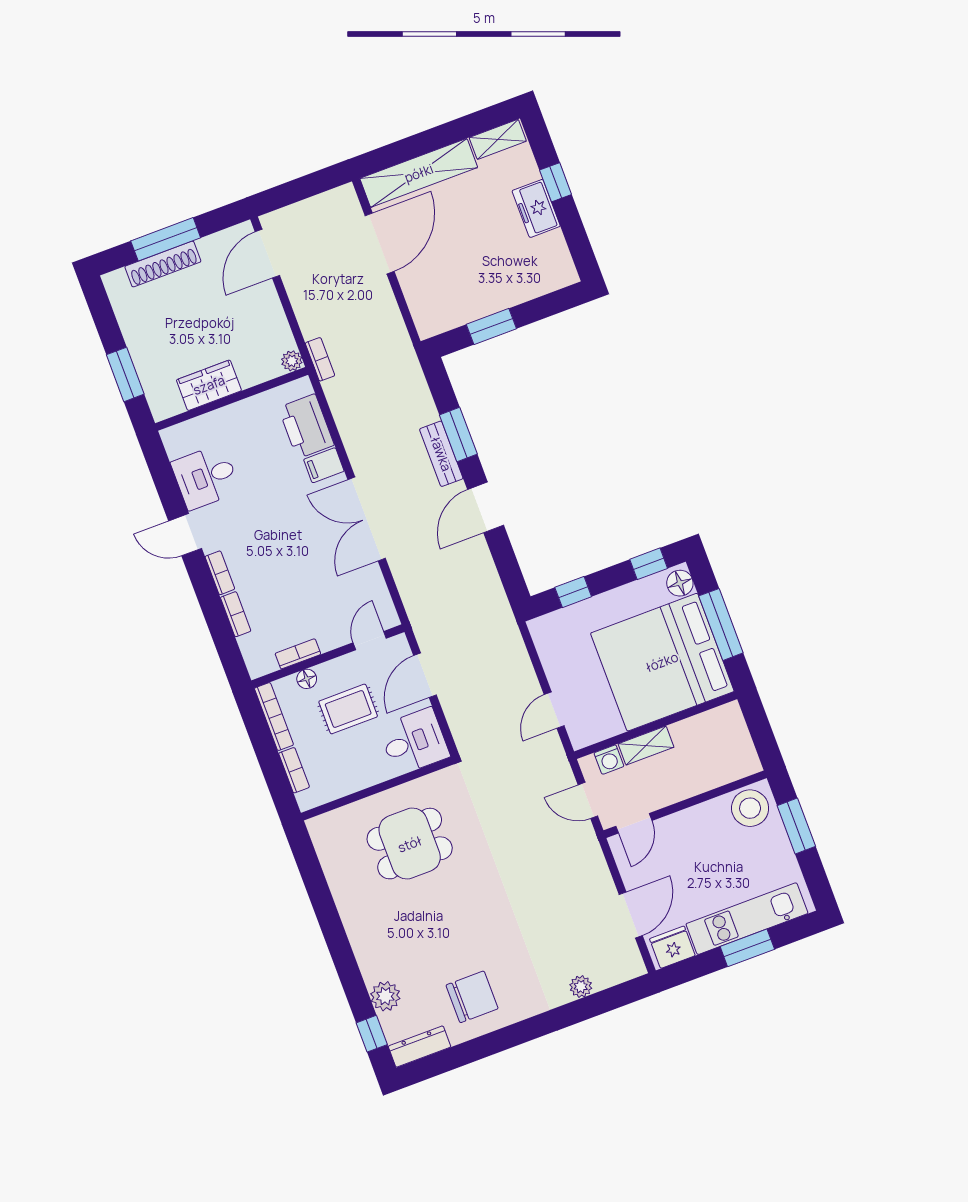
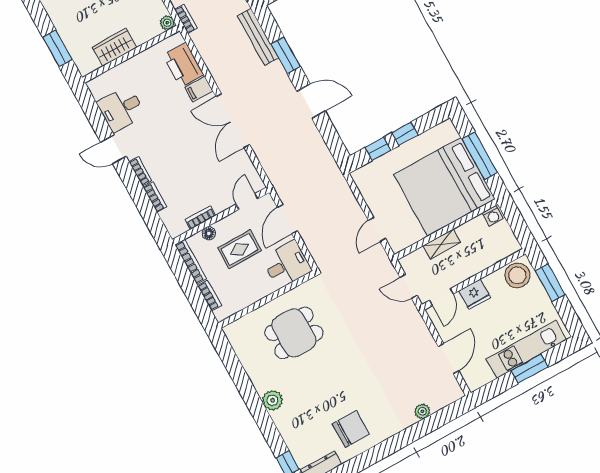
bench: (441, 454) -> (258, 37), moved, width x1.36
door: (486, 507) -> (311, 101), swing flipped
window: (649, 564) -> (405, 134), moved
floor lamp: (680, 583) -> (448, 132), removed
washing machine: (609, 760) -> (493, 216), moved
fridge: (672, 947) -> (475, 294), moved, turned 180
plant: (385, 996) -> (273, 400), moved

